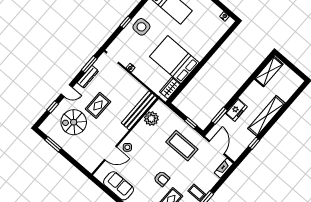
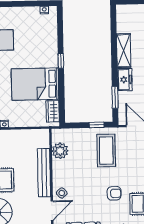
window: (205, 60) -> (61, 61), added
shelving: (269, 72) -> (124, 51), moved
bench: (139, 110) -> (44, 173), moved
coffee table: (182, 146) -> (106, 150), turned 90

